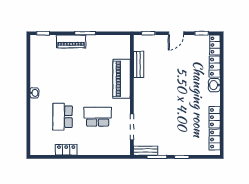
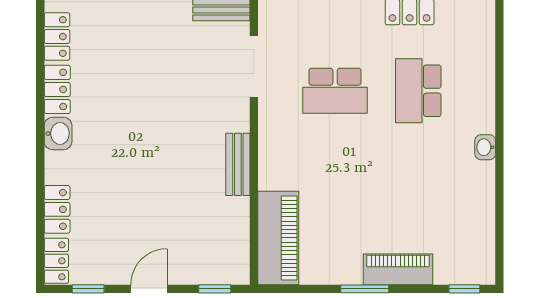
bench: (139, 64) -> (238, 164), moved
piano: (122, 79) -> (278, 238), moved
washbasin: (214, 85) -> (58, 133), moved
school desk: (63, 117) -> (418, 91), turned 180

